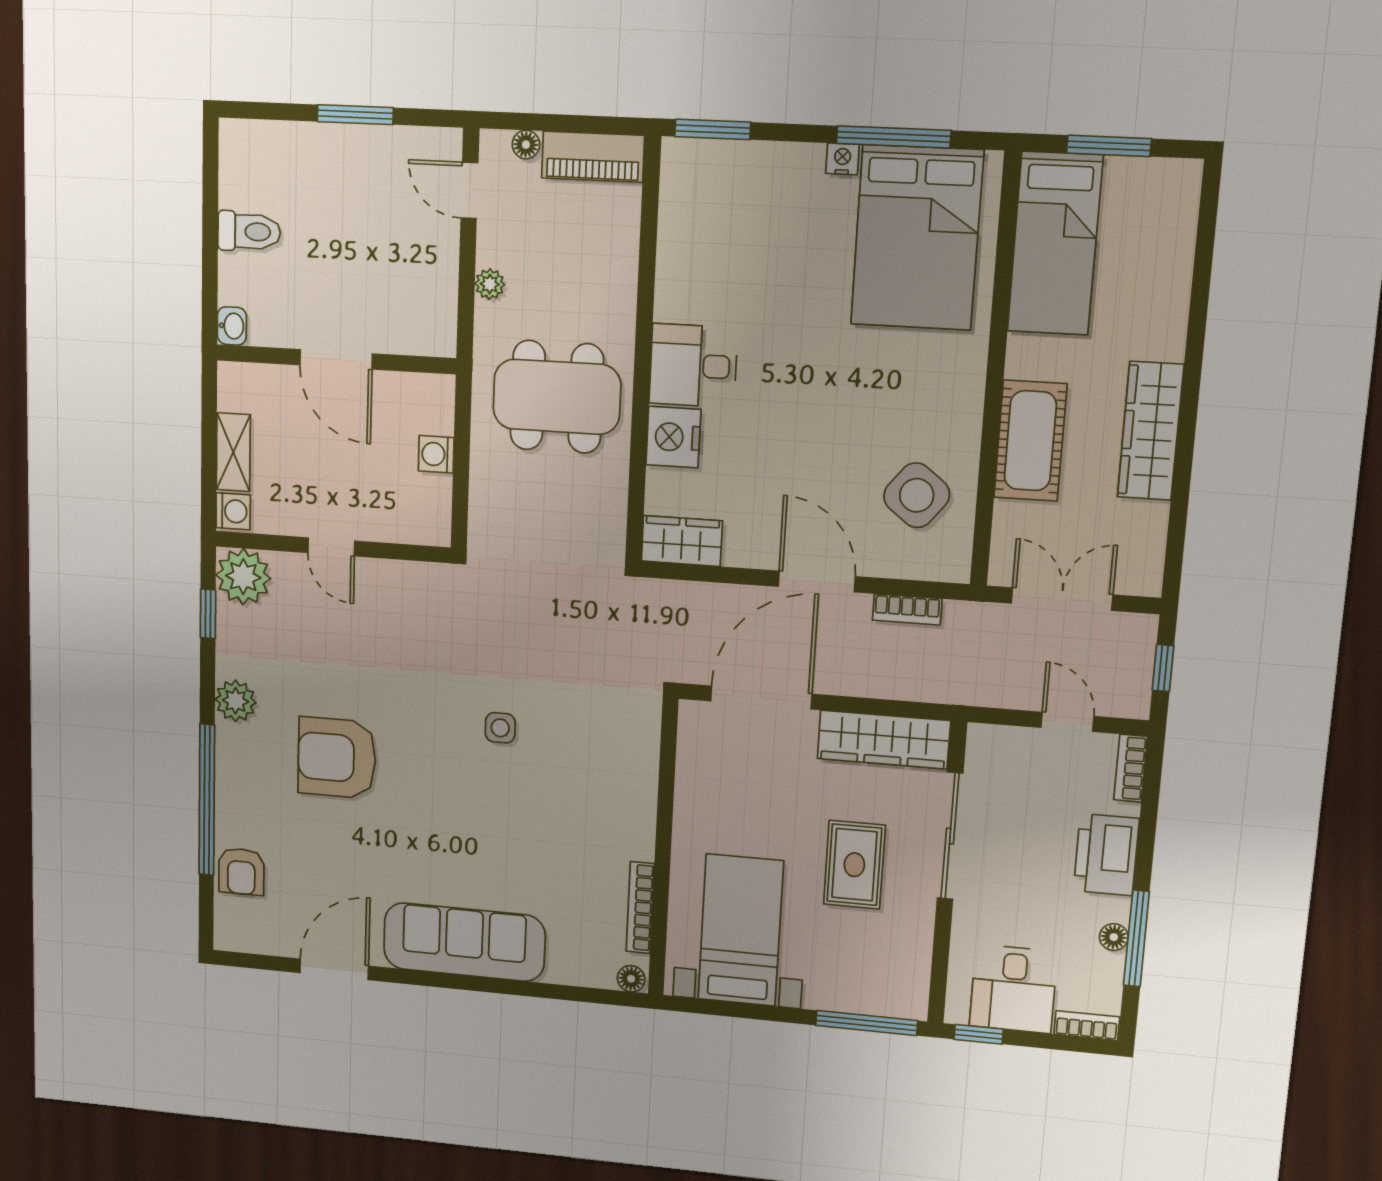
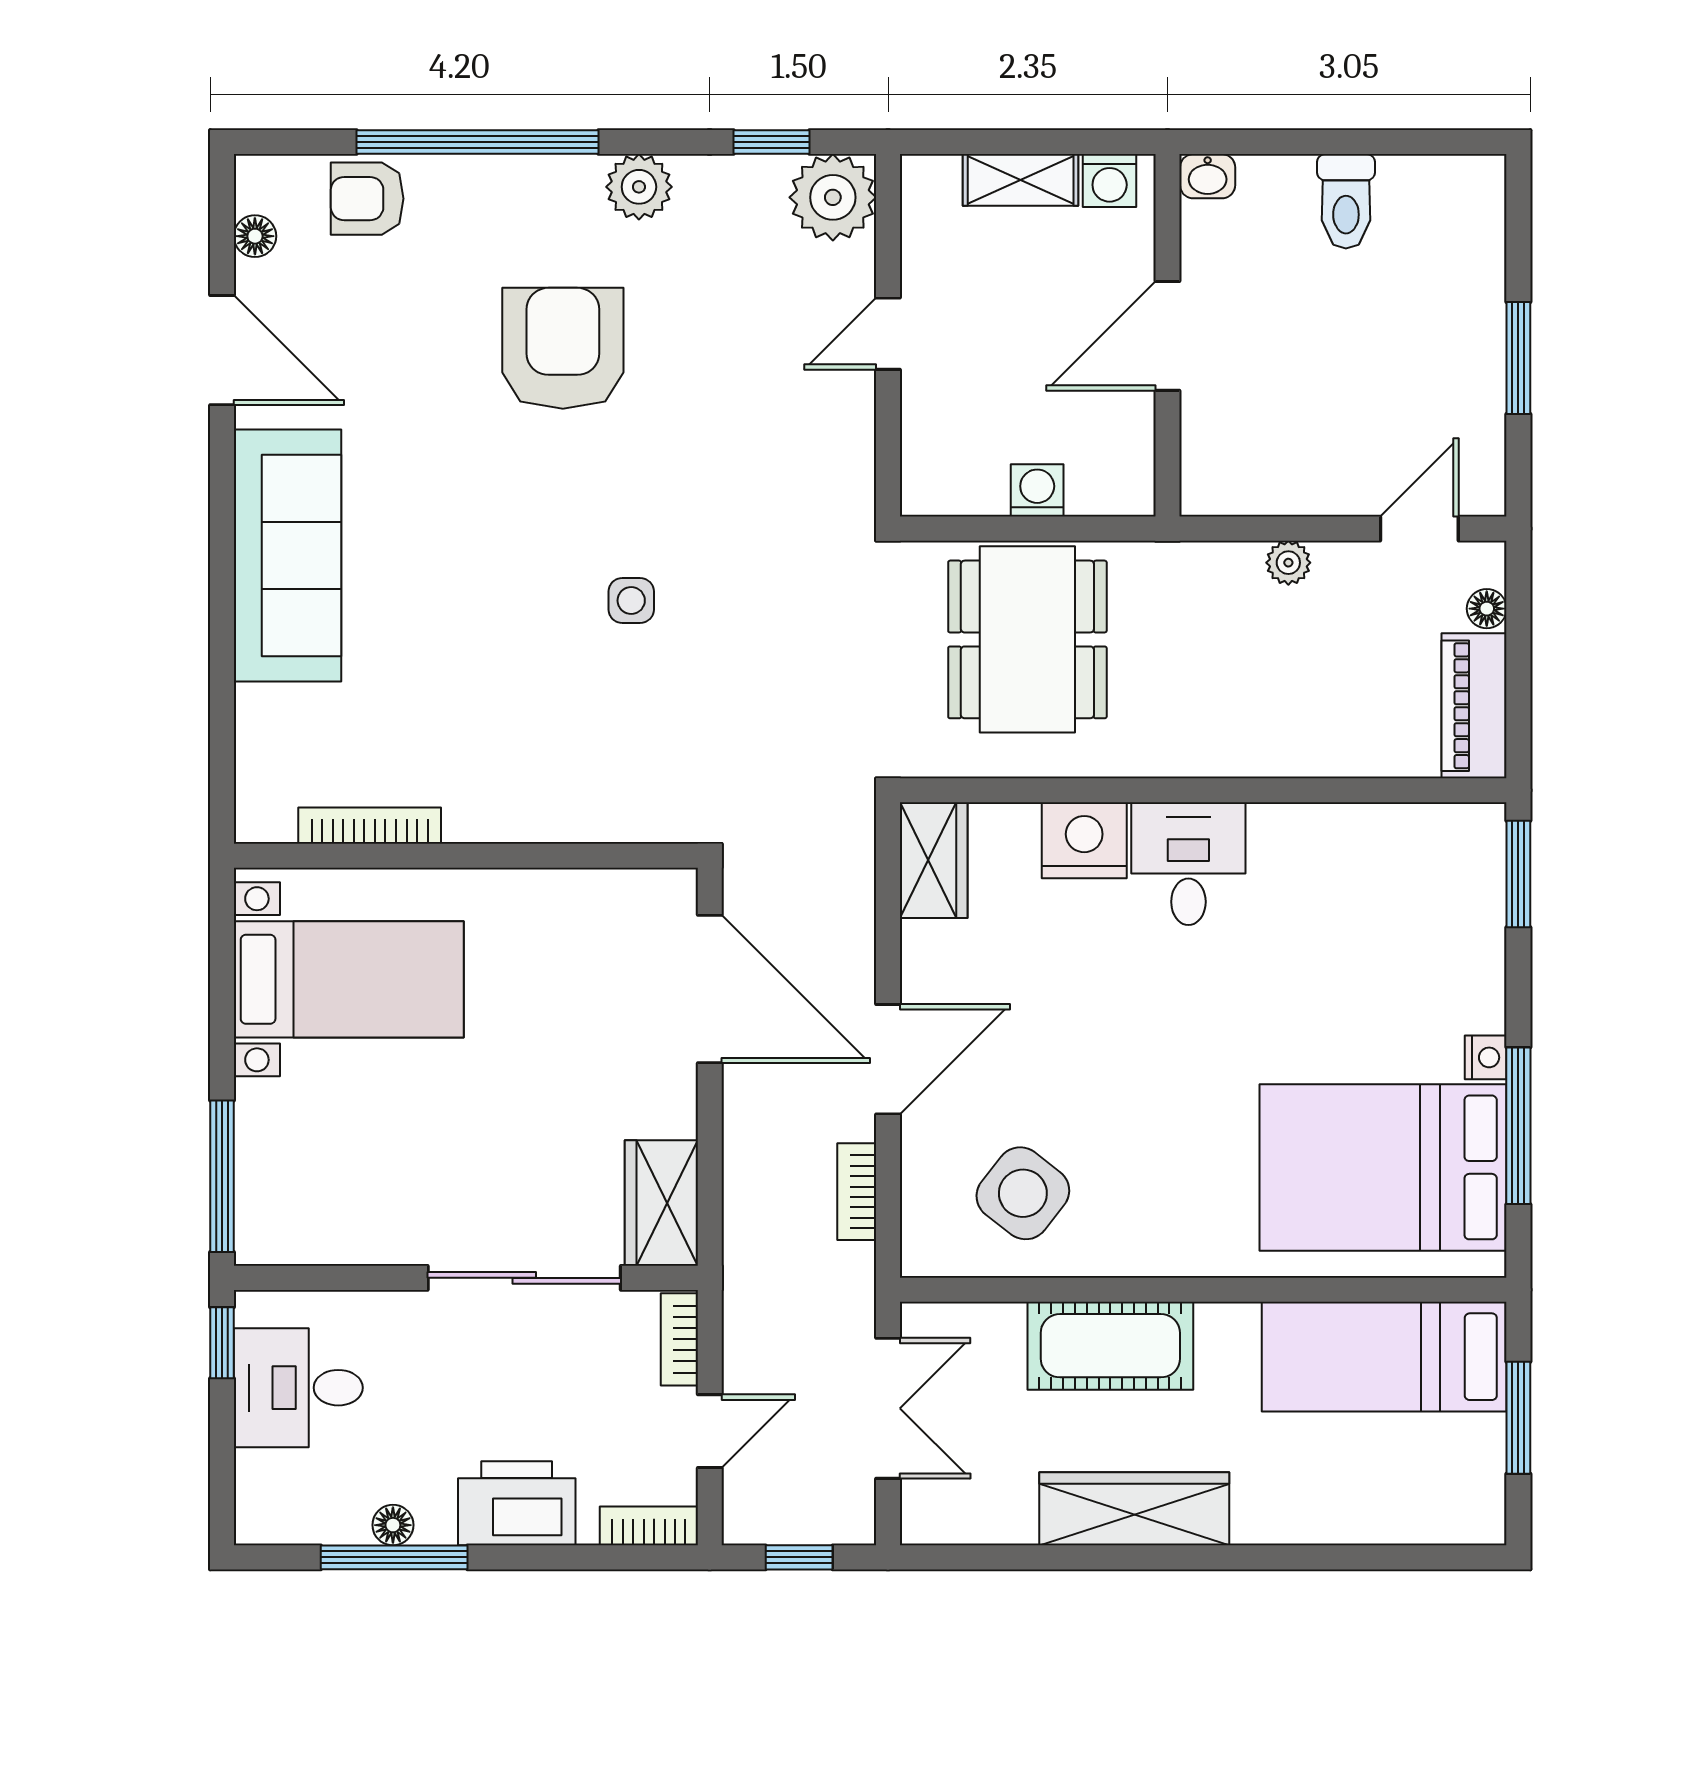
dining table: (557, 397) -> (1027, 639), moved
washing machine: (233, 511) -> (1110, 181), moved
wardrobe: (884, 740) -> (661, 1203), width x0.67
rug: (854, 865) -> (467, 1142), removed
floor lamp: (631, 979) -> (255, 236), moved
bookcase: (1087, 1026) -> (679, 1339), moved, turned 180

